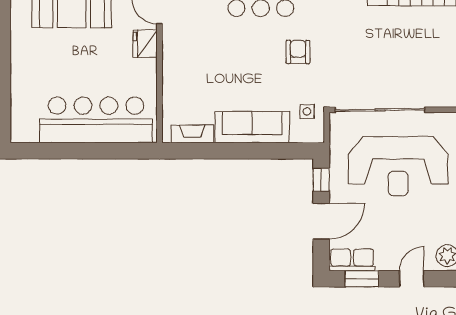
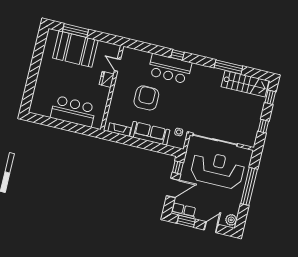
armchair: (298, 52) -> (146, 98), moved, width x1.88, depth x1.88
bar counter: (96, 120) -> (73, 111), width x0.73
reception desk: (398, 166) -> (217, 170), turned 180

